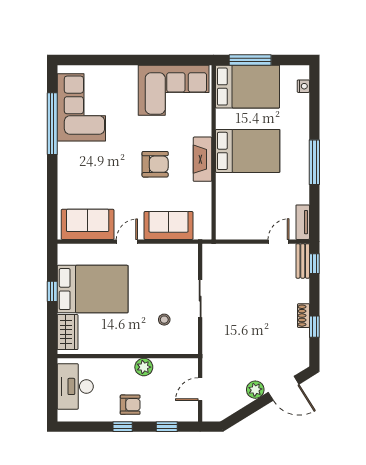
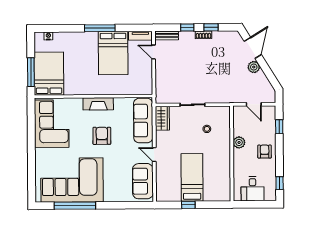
corner sofa: (81, 107) -> (72, 180), width x1.36, depth x1.36
bed: (248, 151) -> (113, 53), moved, turned 180
sofa: (169, 225) -> (143, 121), width x1.36
window: (314, 264) -> (187, 28), moved
bed: (93, 289) -> (192, 177), width x0.67
wardrobe: (68, 332) -> (162, 118), moved, turned 90
desk: (75, 386) -> (252, 189), width x0.73
window: (123, 427) -> (280, 183), moved

